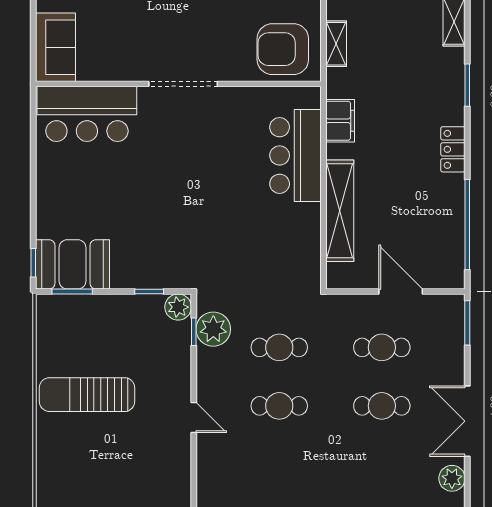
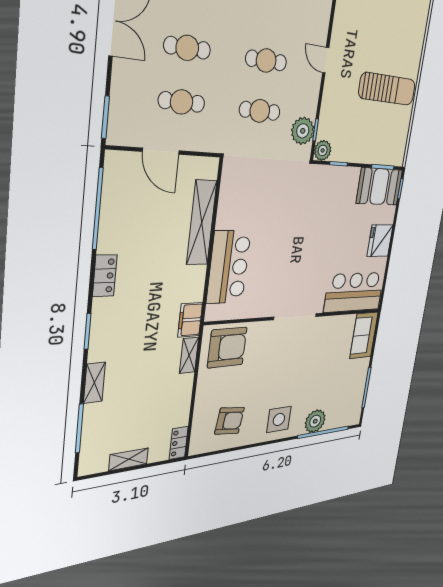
filing cabinet: (340, 121) -> (190, 320), moved
fridge: (55, 188) -> (380, 241), added

